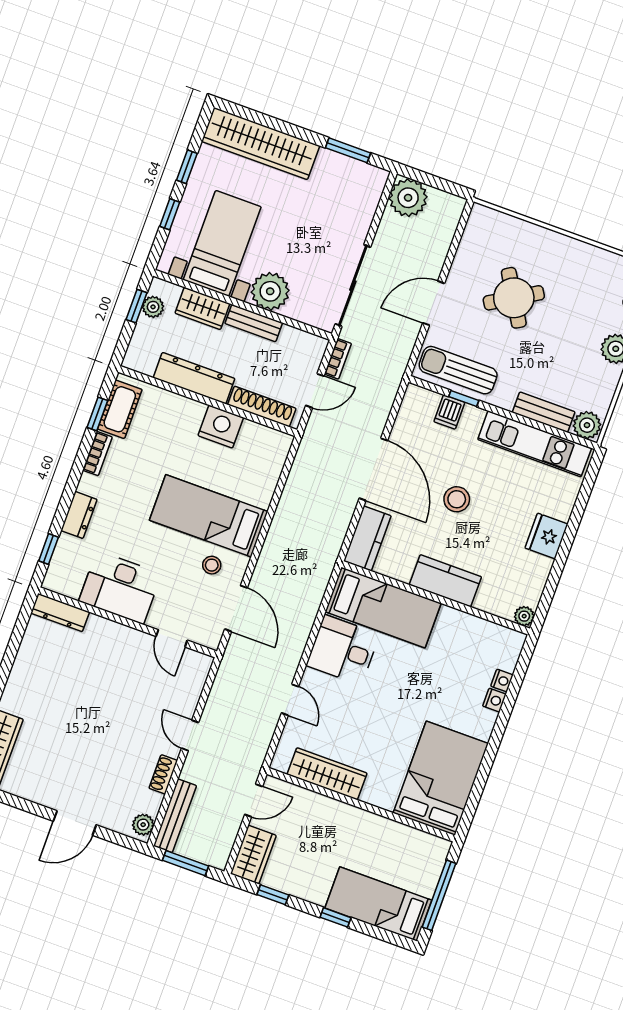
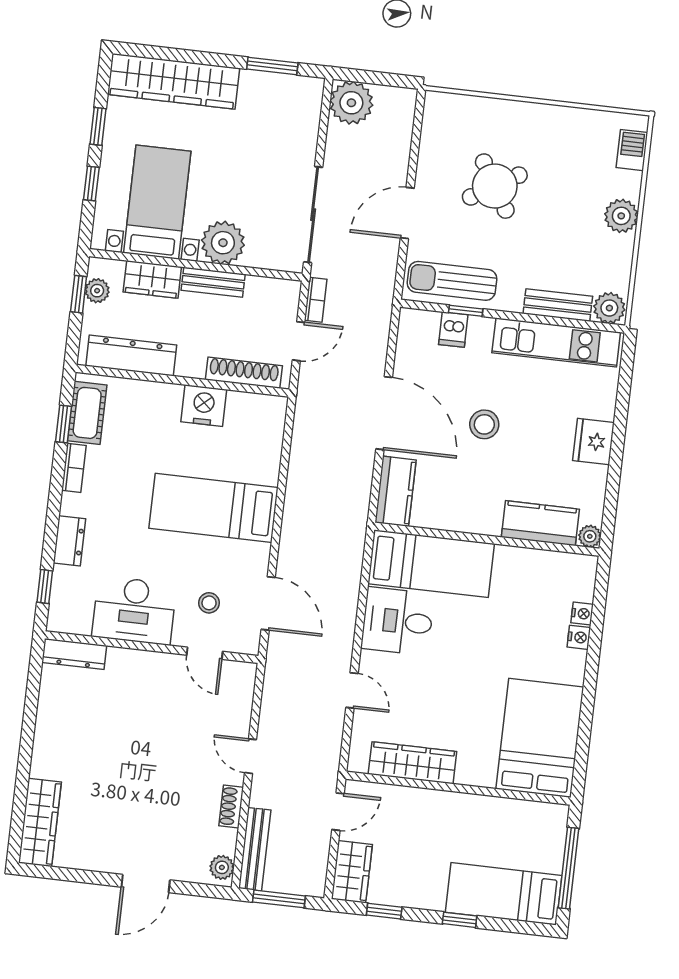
dresser: (194, 378) -> (131, 355), moved
stool: (212, 565) -> (209, 603), moved
kitchen counter: (445, 581) -> (540, 523), moved

